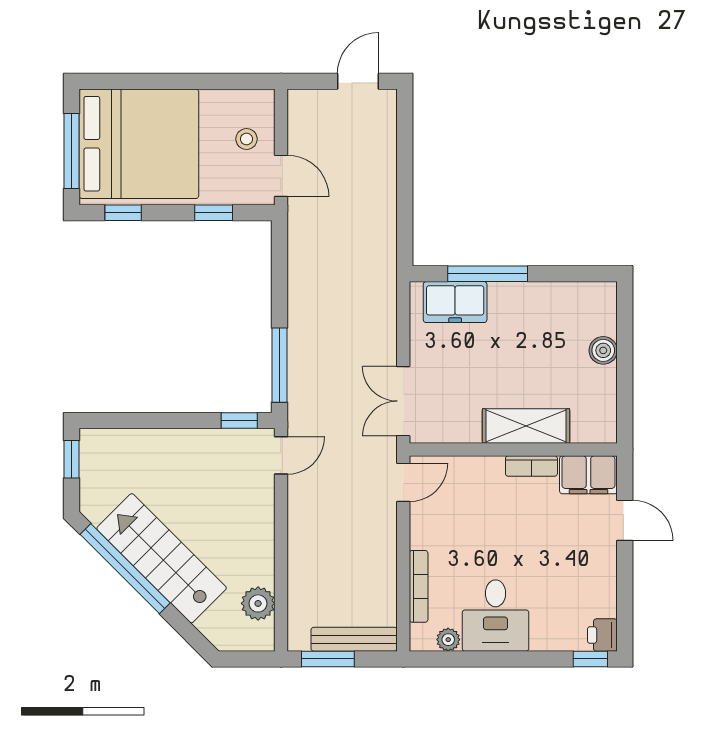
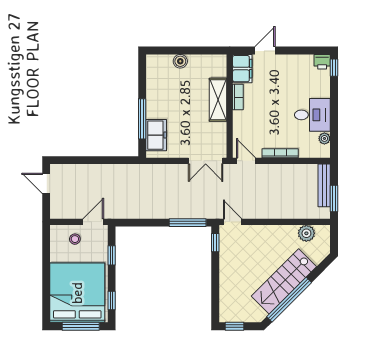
bookcase: (419, 586) -> (280, 153), moved

